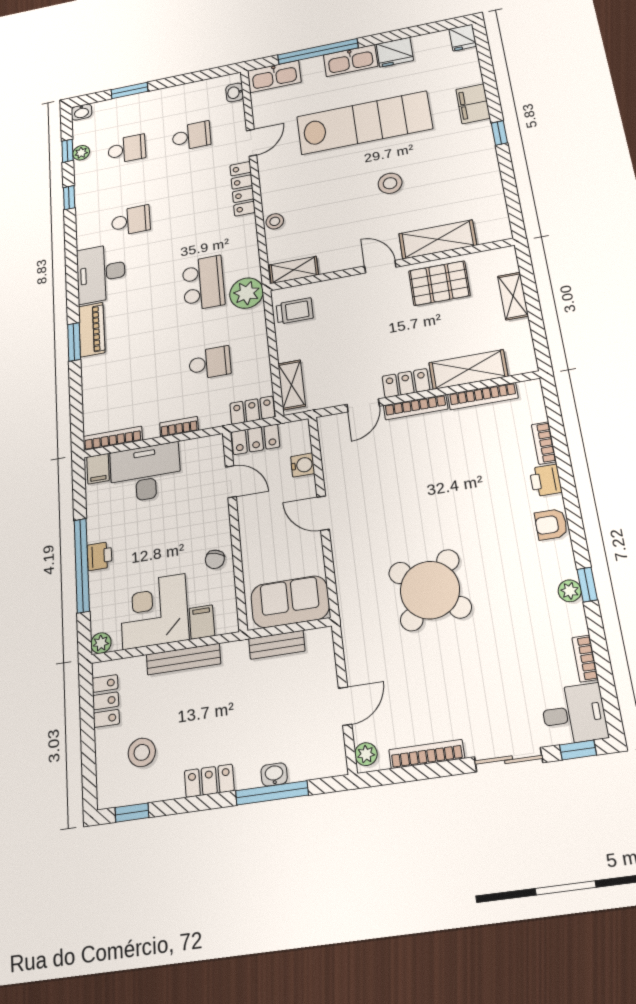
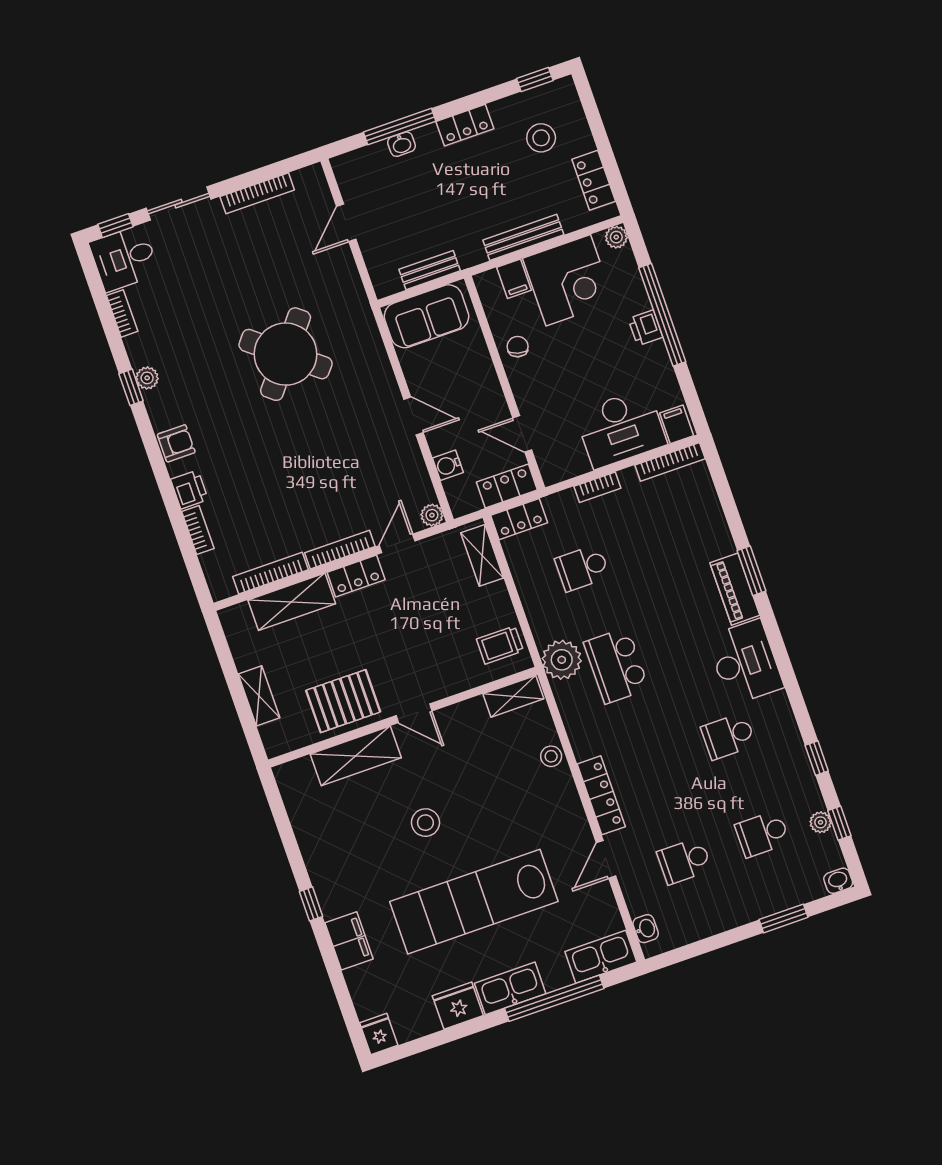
plant: (366, 754) -> (432, 515), moved

